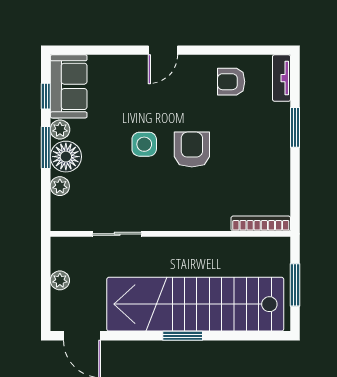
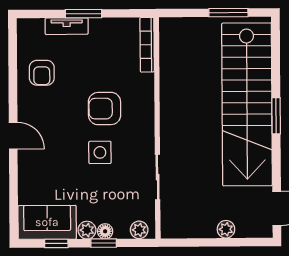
tv unit: (282, 78) -> (67, 26), moved
window: (46, 148) -> (104, 243), width x0.67
floor lamp: (66, 157) -> (105, 231), width x0.53, depth x0.53
bookcase: (261, 224) -> (147, 45), moved
sliding door: (117, 234) -> (158, 177), moved
wall: (170, 234) -> (157, 128), moved

